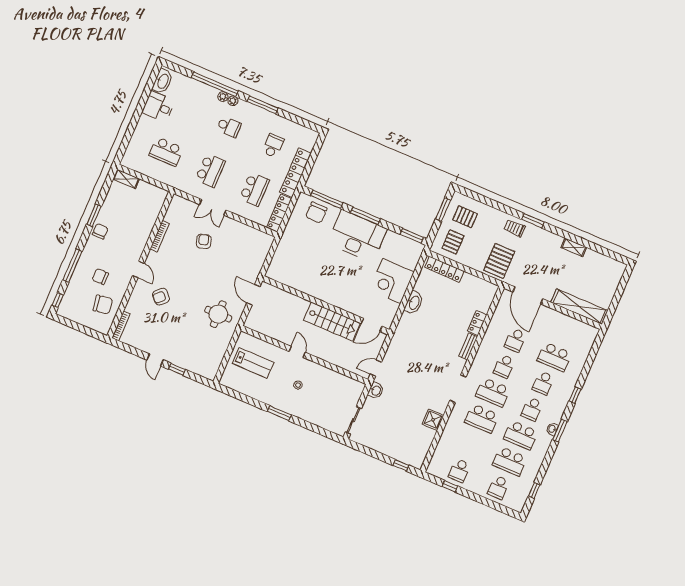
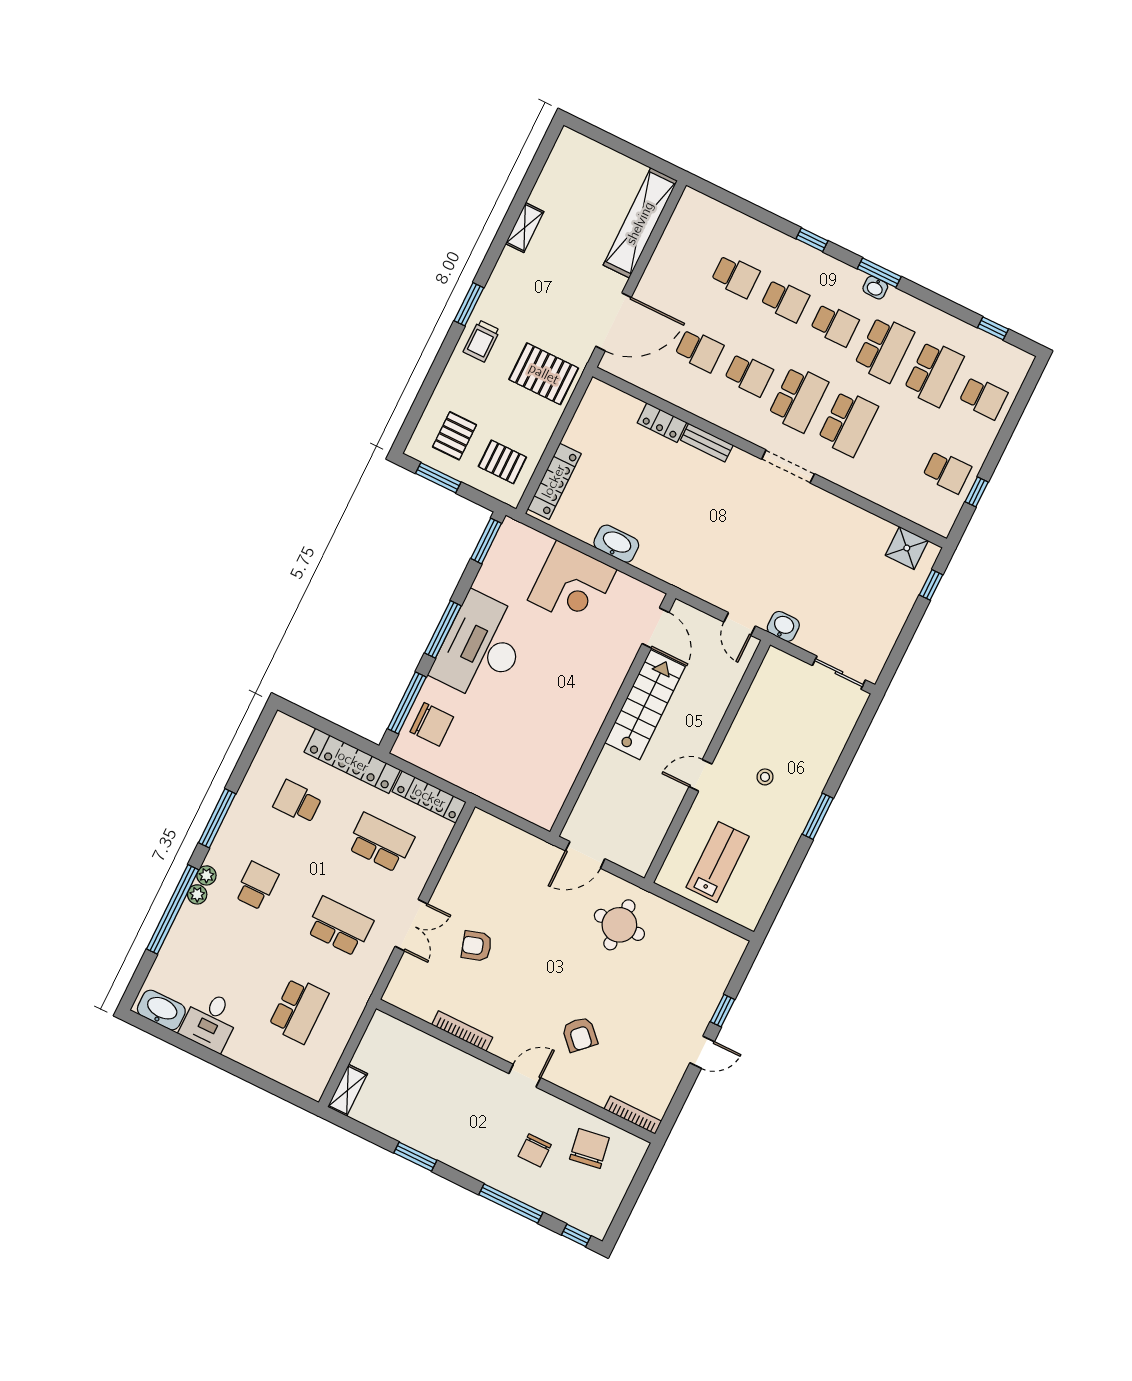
chair: (100, 231) -> (447, 1146), removed
school desk: (554, 357) -> (736, 276), width x0.54
shower: (433, 420) -> (907, 548), moved

